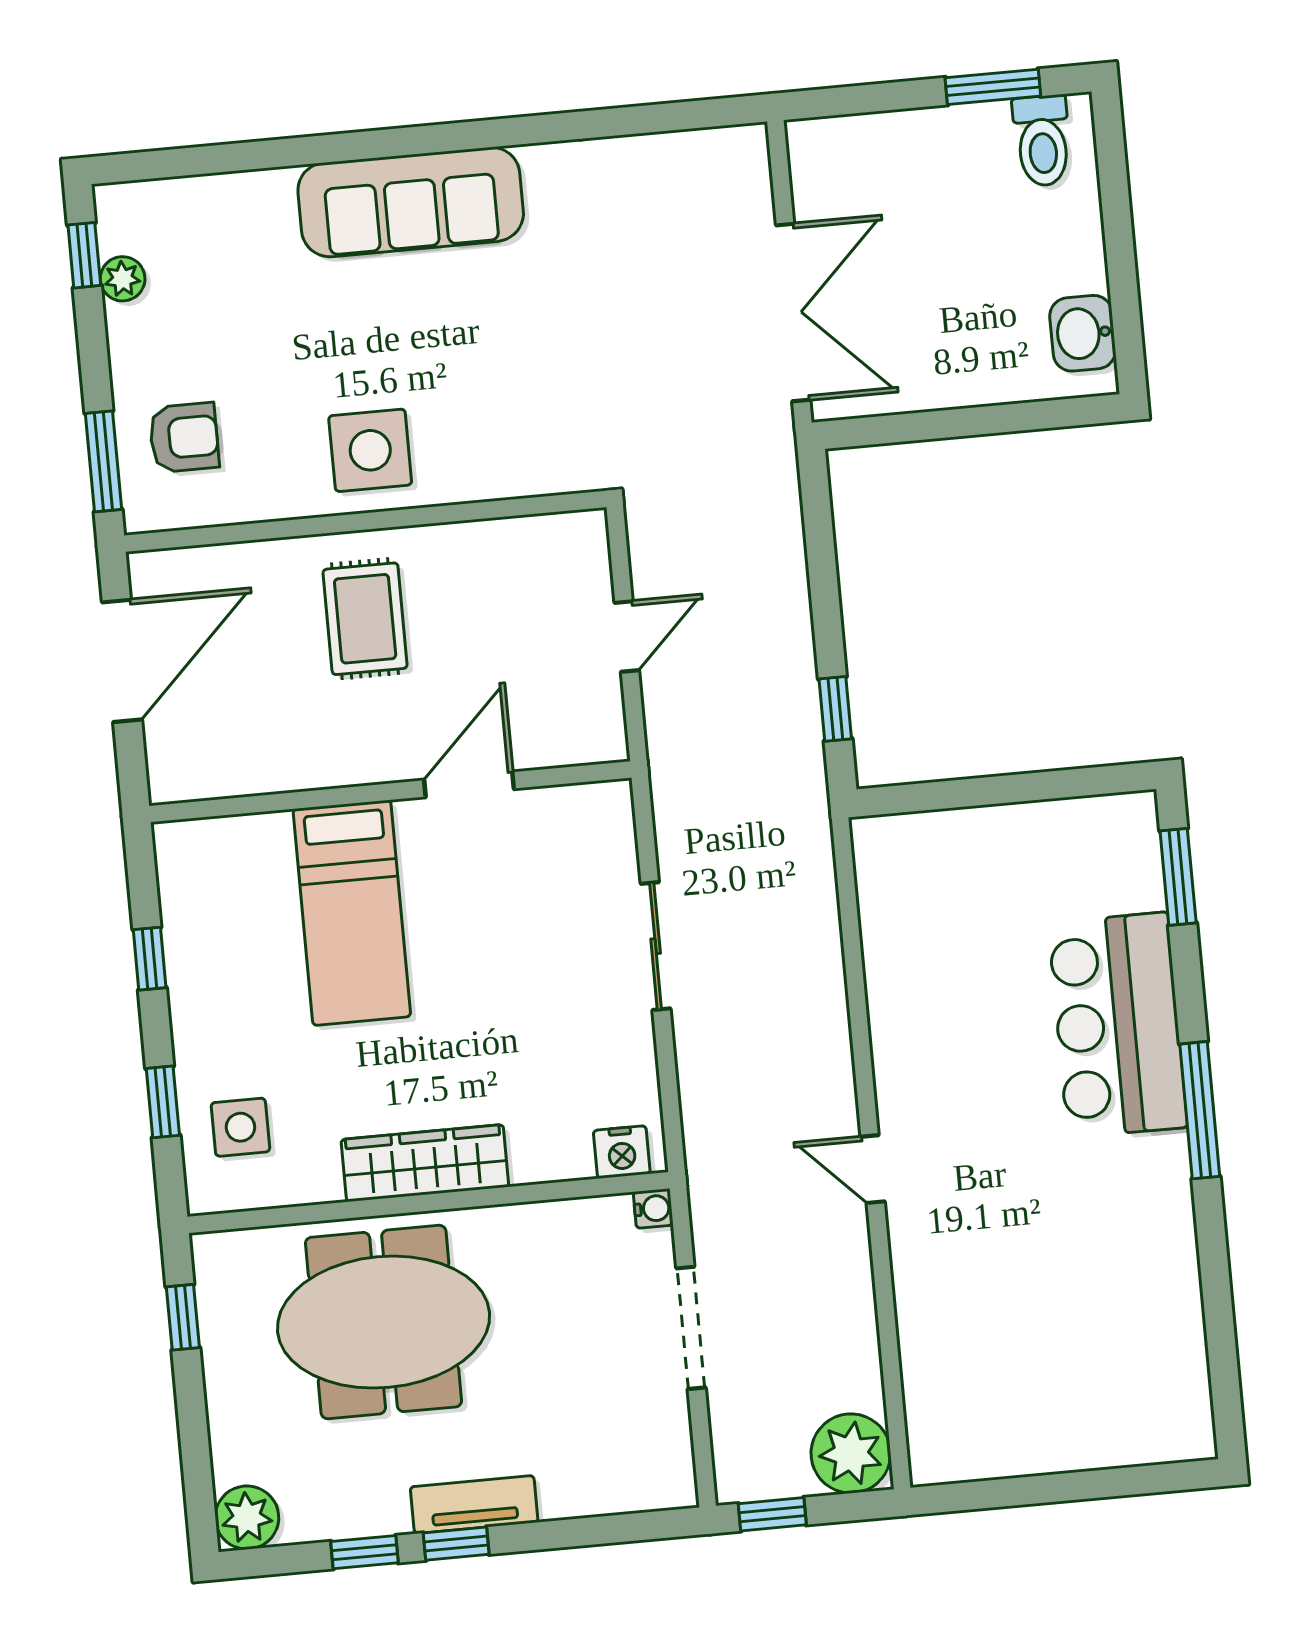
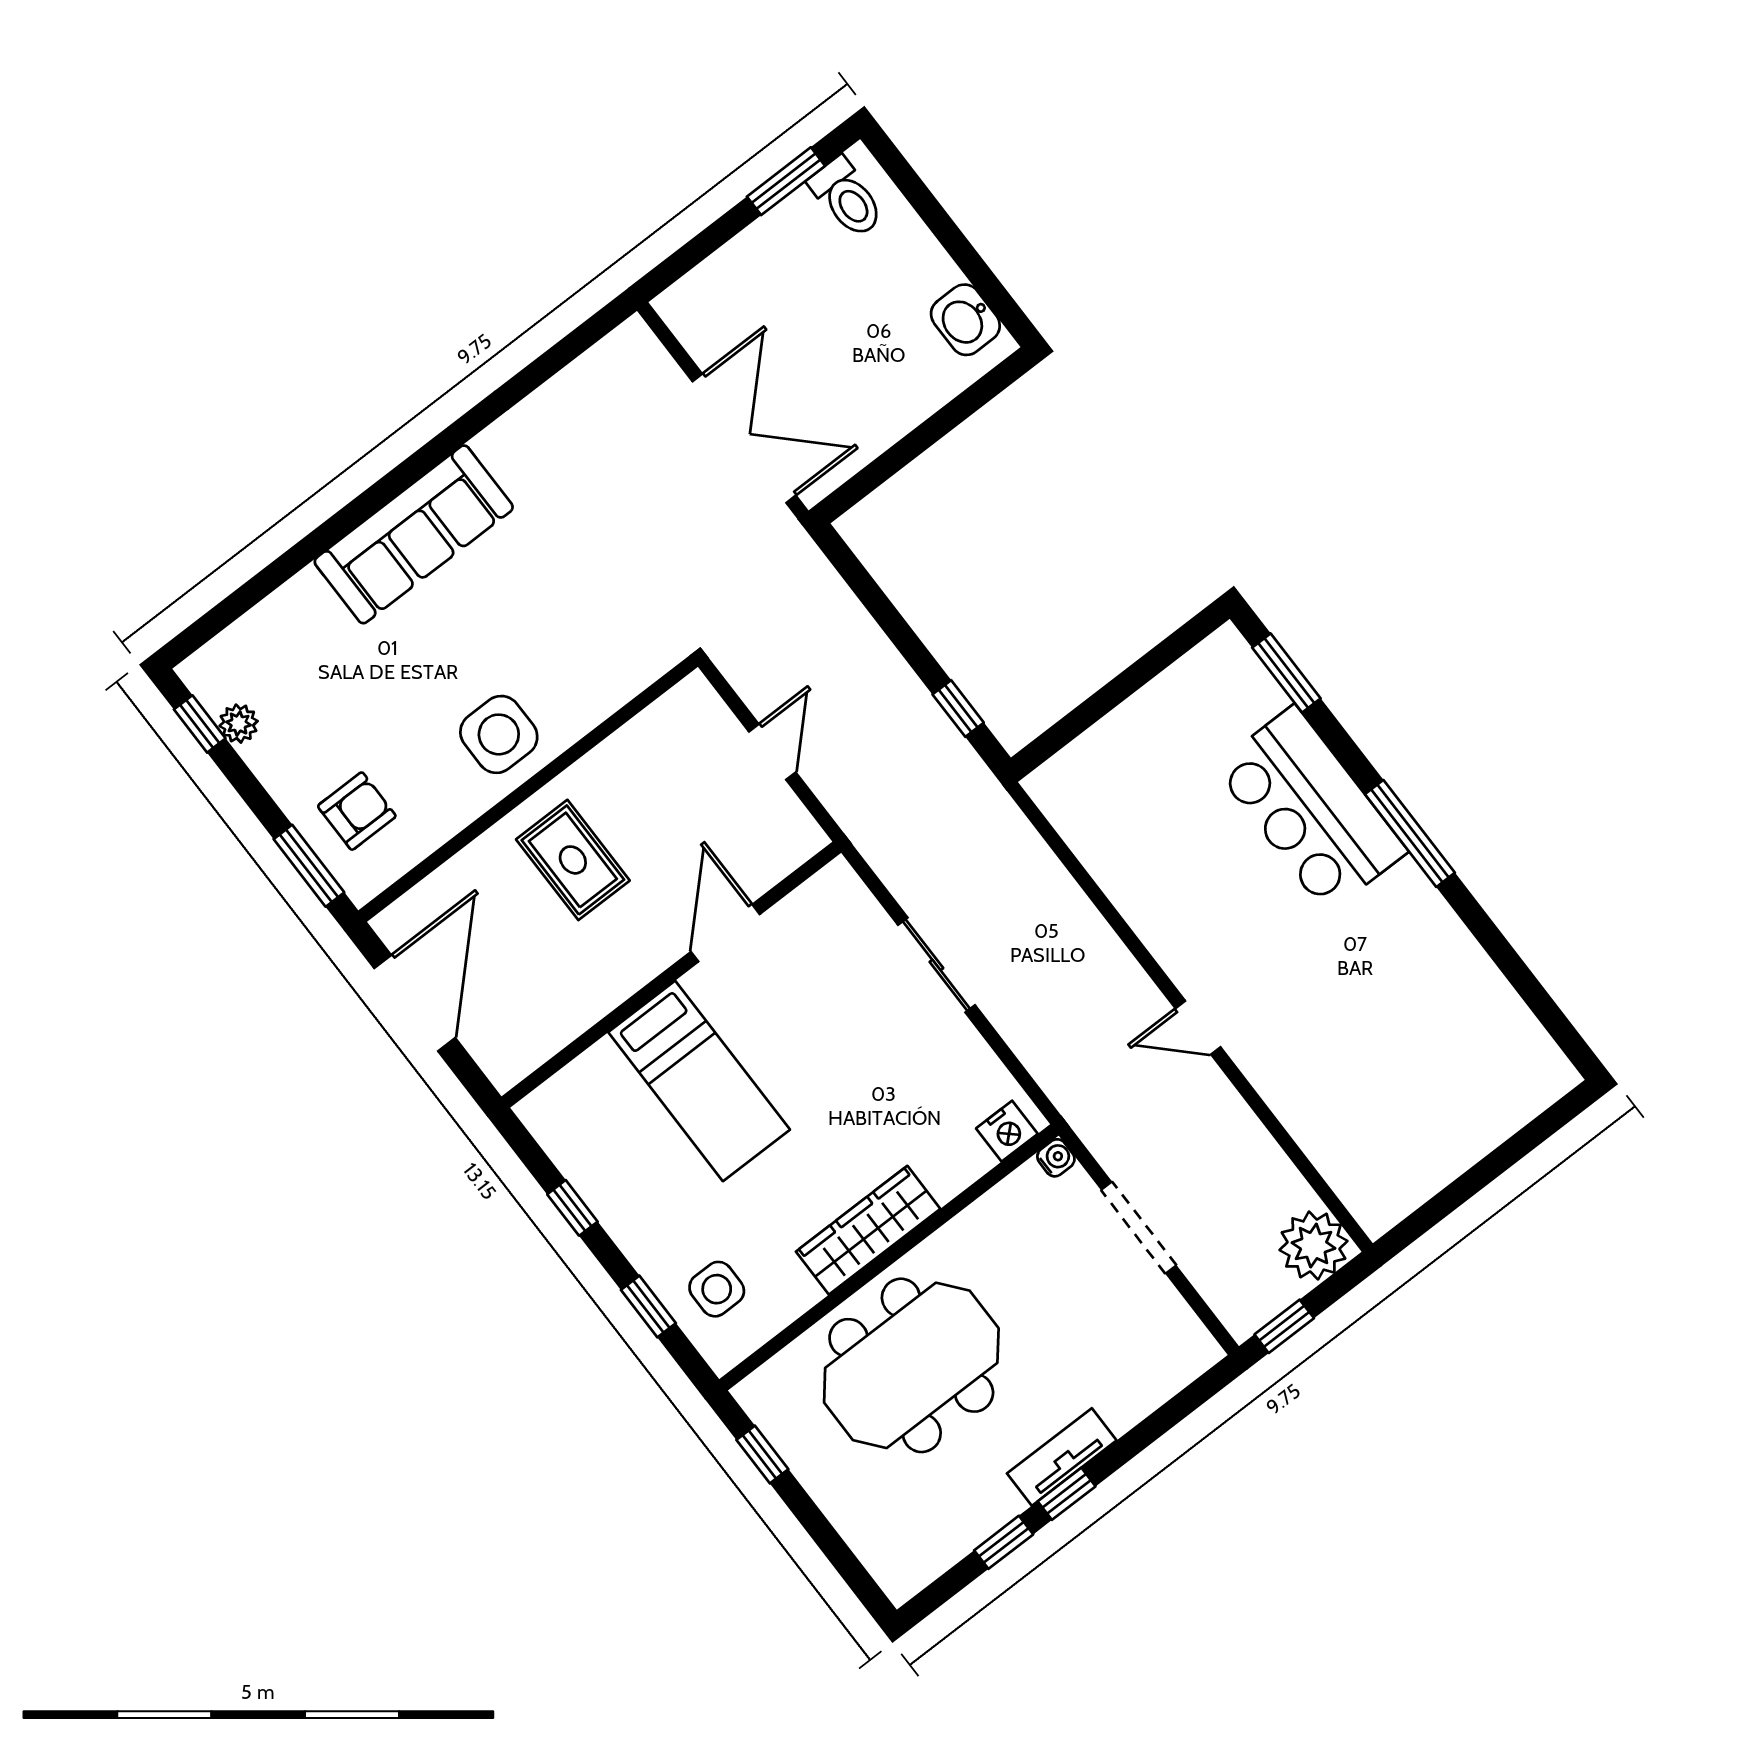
plant: (247, 1518) -> (902, 1571), removed

